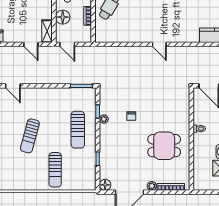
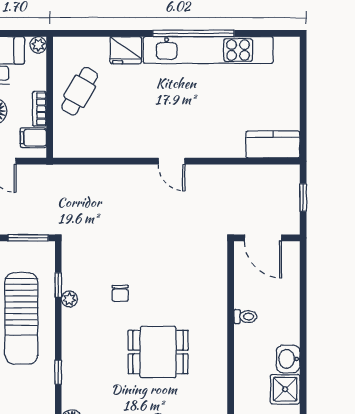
filing cabinet: (84, 32) -> (33, 138), added
sun lounger: (78, 130) -> (21, 318), width x1.36, depth x1.34
dining table: (164, 146) -> (158, 352), moved

